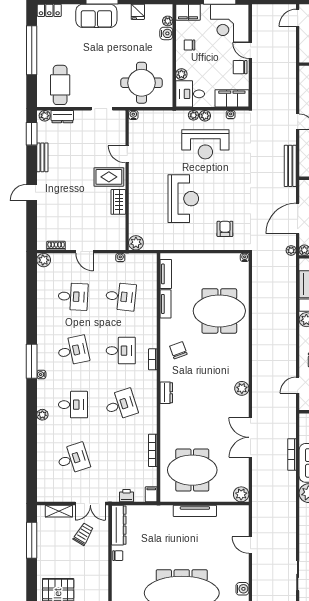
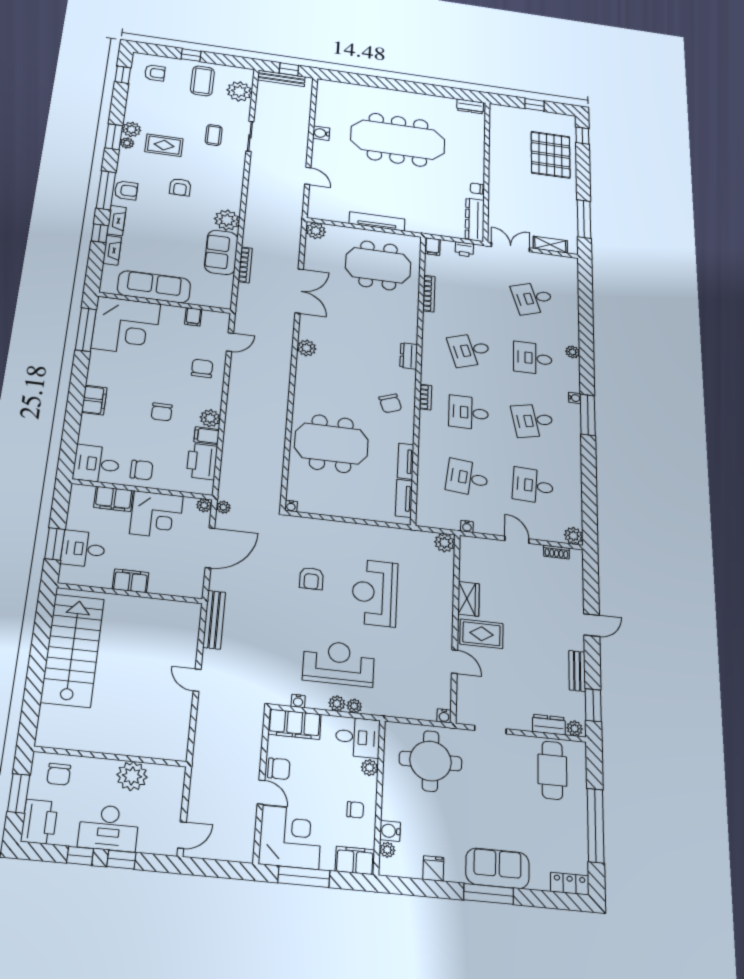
armchair: (225, 229) -> (311, 578), moved
trolley: (83, 534) -> (519, 217), removed

